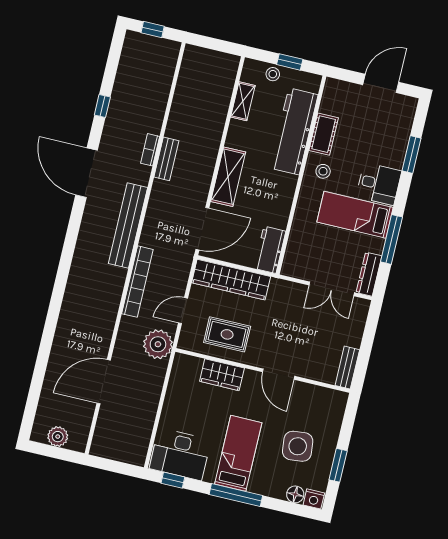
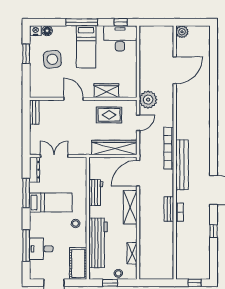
cot: (324, 134) -> (78, 263), moved, width x1.37, depth x1.34
window: (412, 155) -> (26, 245), width x1.44
desk: (379, 184) -> (41, 249), moved
workbench: (270, 250) -> (96, 193), moved
bookcase: (137, 282) -> (169, 148), moved
plant: (58, 437) -> (182, 32), moved

